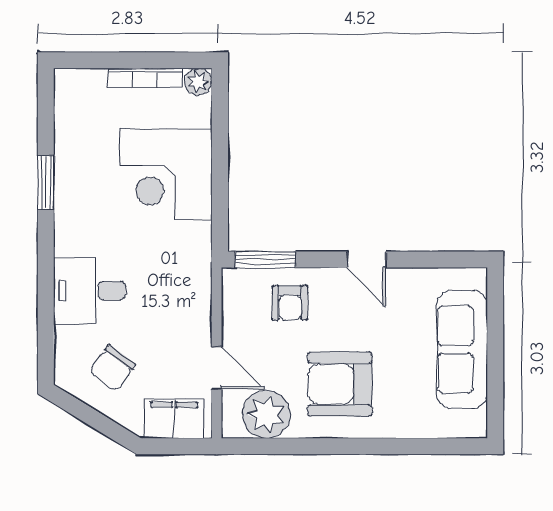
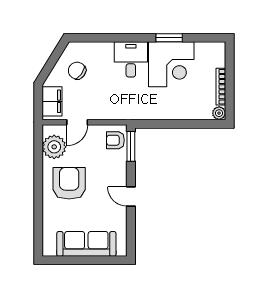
corner desk: (166, 174) -> (171, 64), moved, turned 180
door: (367, 260) -> (131, 197), hinge flipped
desk: (90, 291) -> (131, 59), moved
armchair: (290, 303) -> (115, 140), moved

